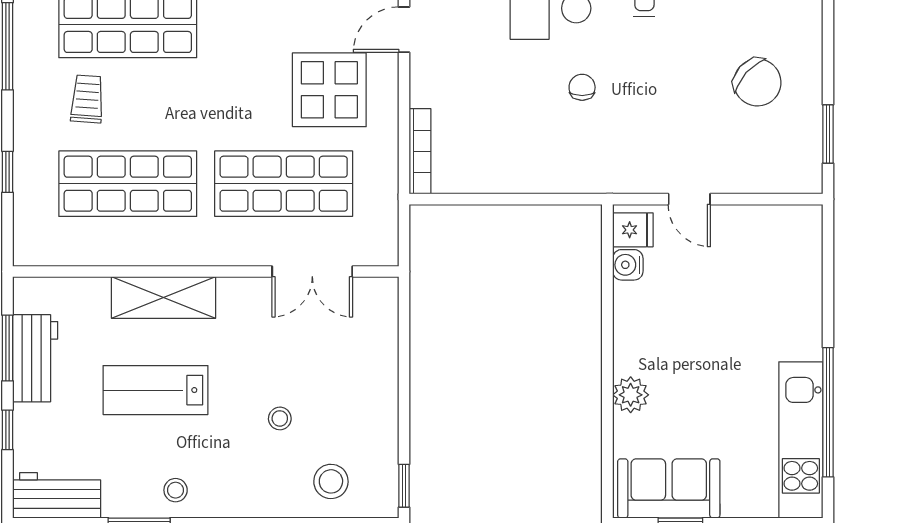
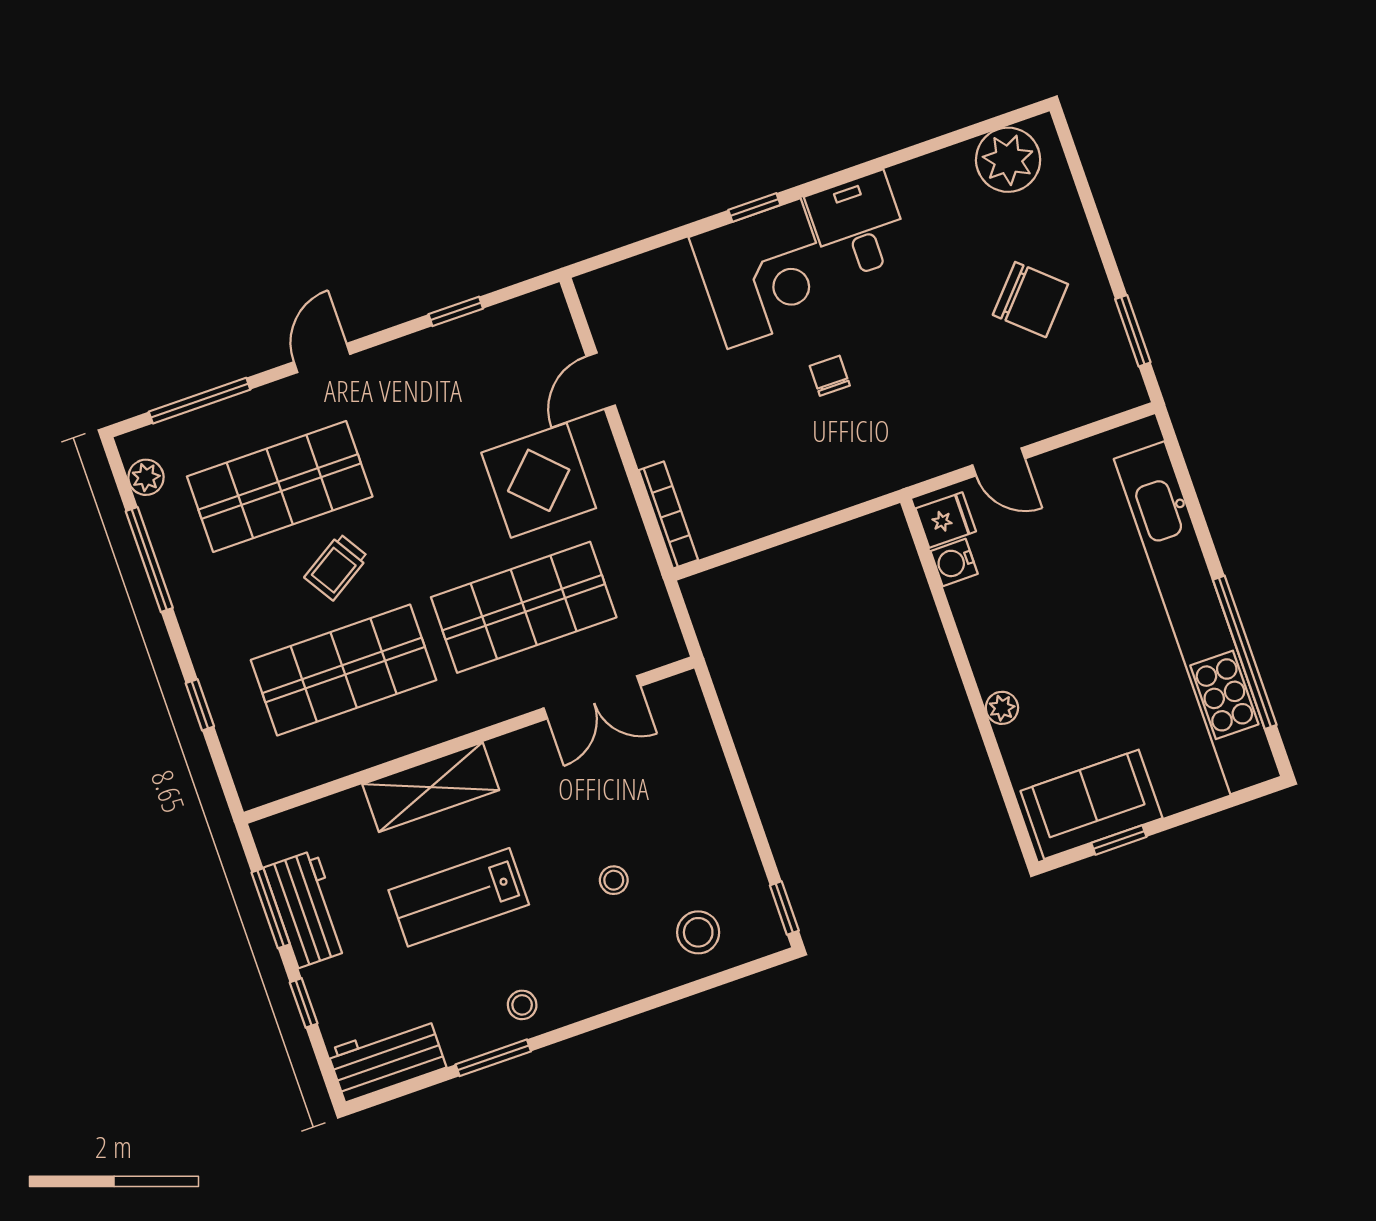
trolley: (87, 99) -> (336, 567), moved, turned -126
plant: (631, 395) -> (1002, 708), width x0.73, depth x0.73
kitchen unit: (801, 440) -> (1198, 618), width x1.86

